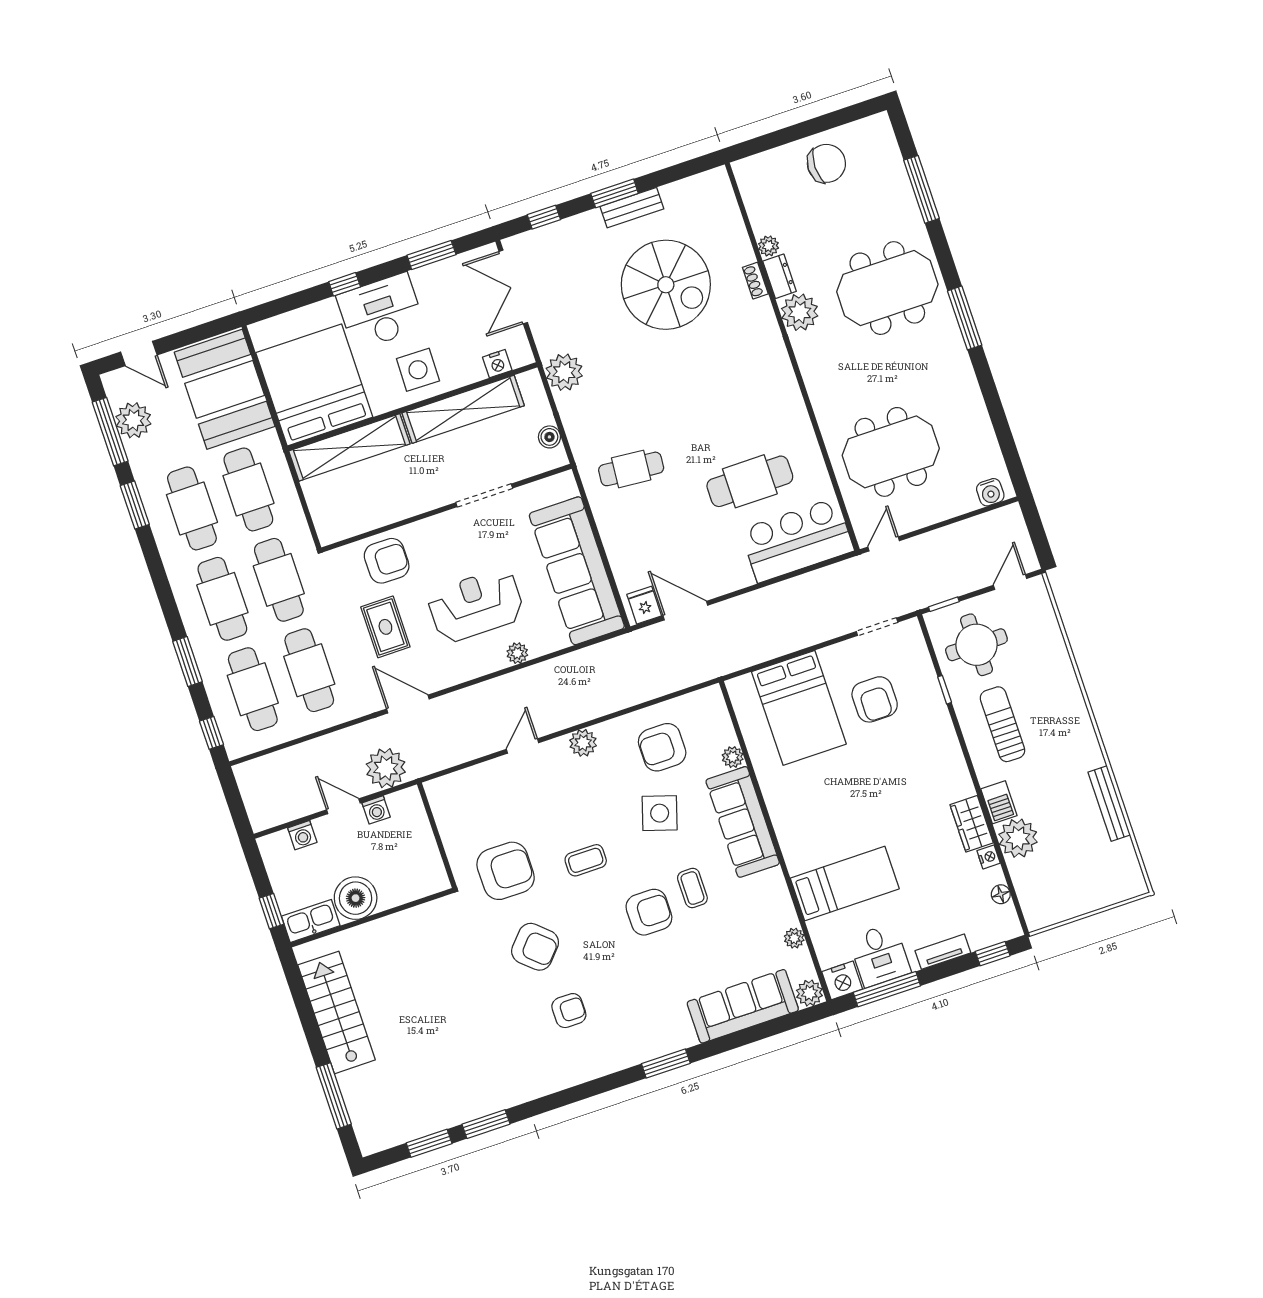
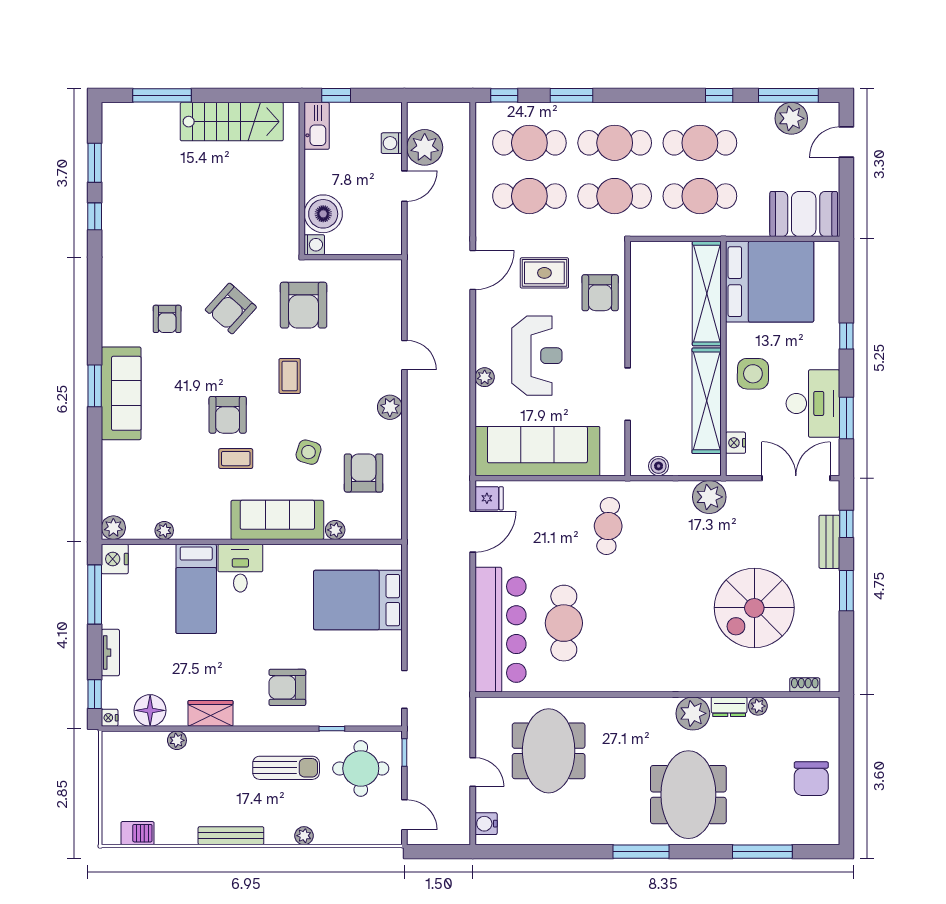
bench: (632, 208) -> (829, 542), moved
shoe rack: (755, 281) -> (805, 685), moved
desk: (381, 312) -> (813, 403), moved
booth: (225, 389) -> (804, 214), width x0.73, depth x0.70
window: (135, 505) -> (719, 95), width x0.67
bar counter: (797, 540) -> (501, 630), width x1.36
door: (884, 544) -> (473, 772), moved
plant: (1068, 681) -> (304, 836), added
armchair: (875, 699) -> (287, 687), moved
plant: (386, 768) -> (425, 147), moved
barbecue: (999, 802) -> (137, 833), moved, turned 180
bench: (1109, 804) -> (231, 836), moved
washing machine: (376, 810) -> (314, 245), moved, turned 180
side table: (660, 813) -> (309, 452), width x0.73, depth x0.73
plant: (1018, 838) -> (177, 740), width x0.53, depth x0.53
nightstand: (989, 857) -> (110, 718), moved, turned 90
floor lamp: (1001, 894) -> (150, 710), width x1.89, depth x1.89
boiler: (356, 898) -> (323, 214), moved
desk: (880, 955) -> (240, 568), moved, turned 90
sofa: (743, 1006) -> (121, 393), moved
window: (486, 1124) -> (95, 216), width x0.67

